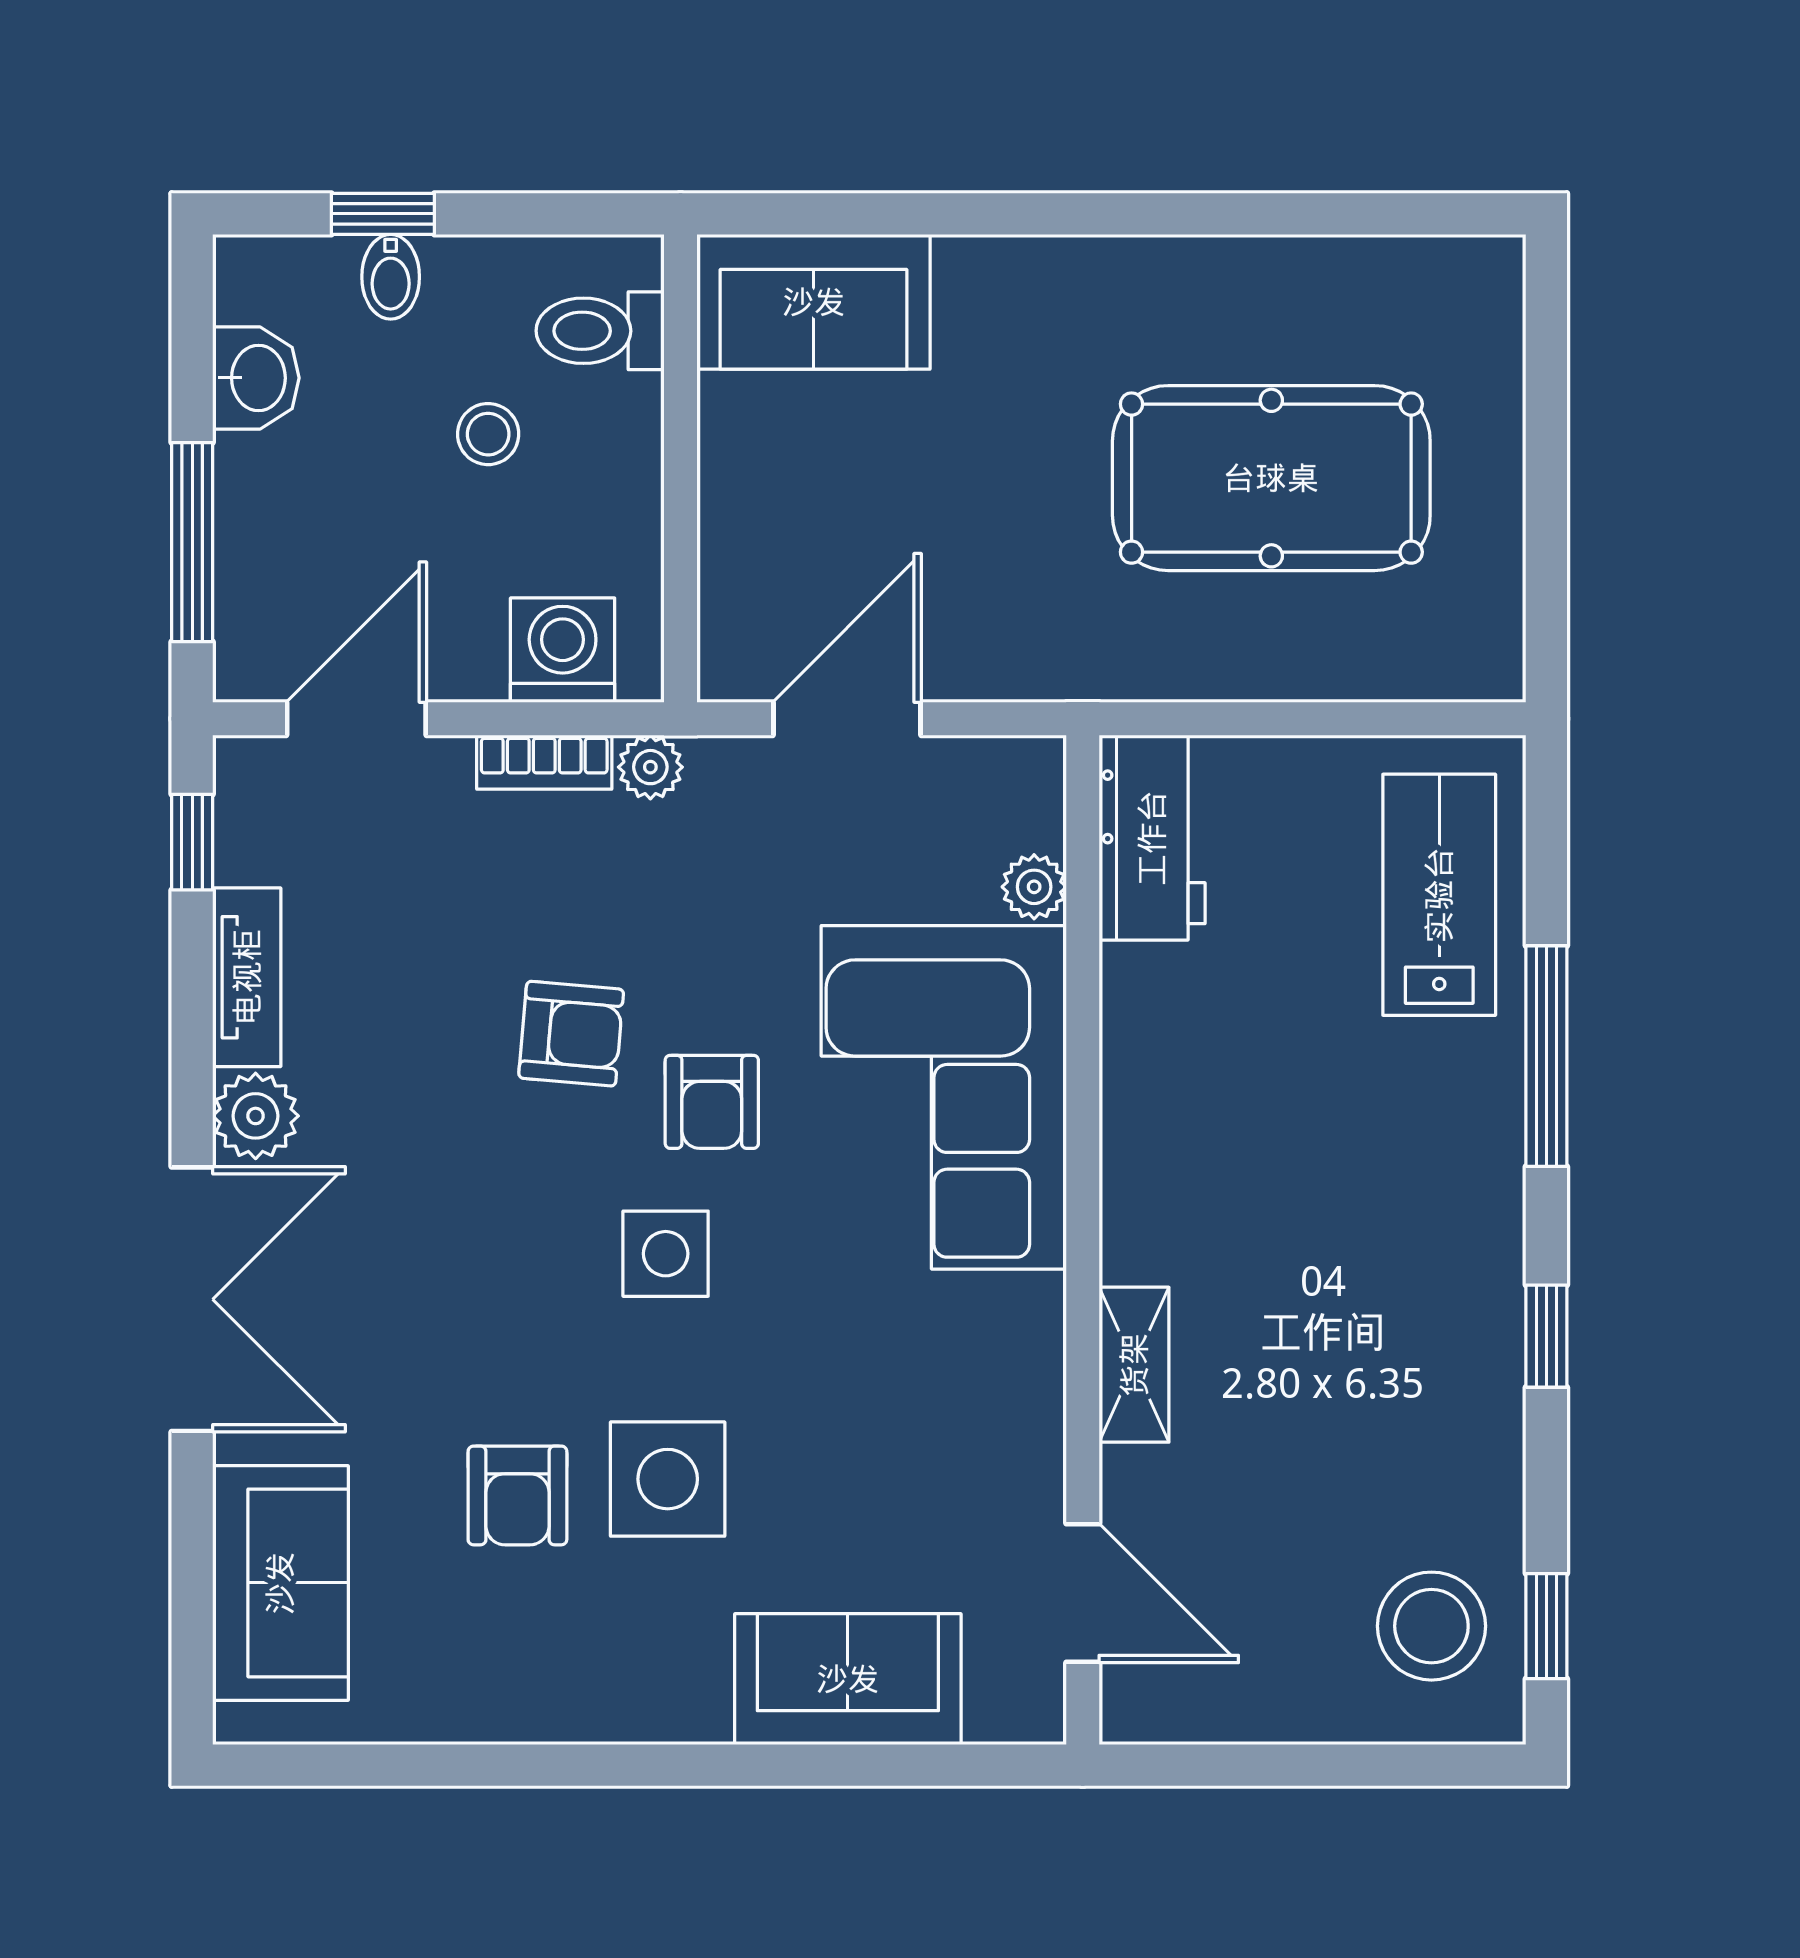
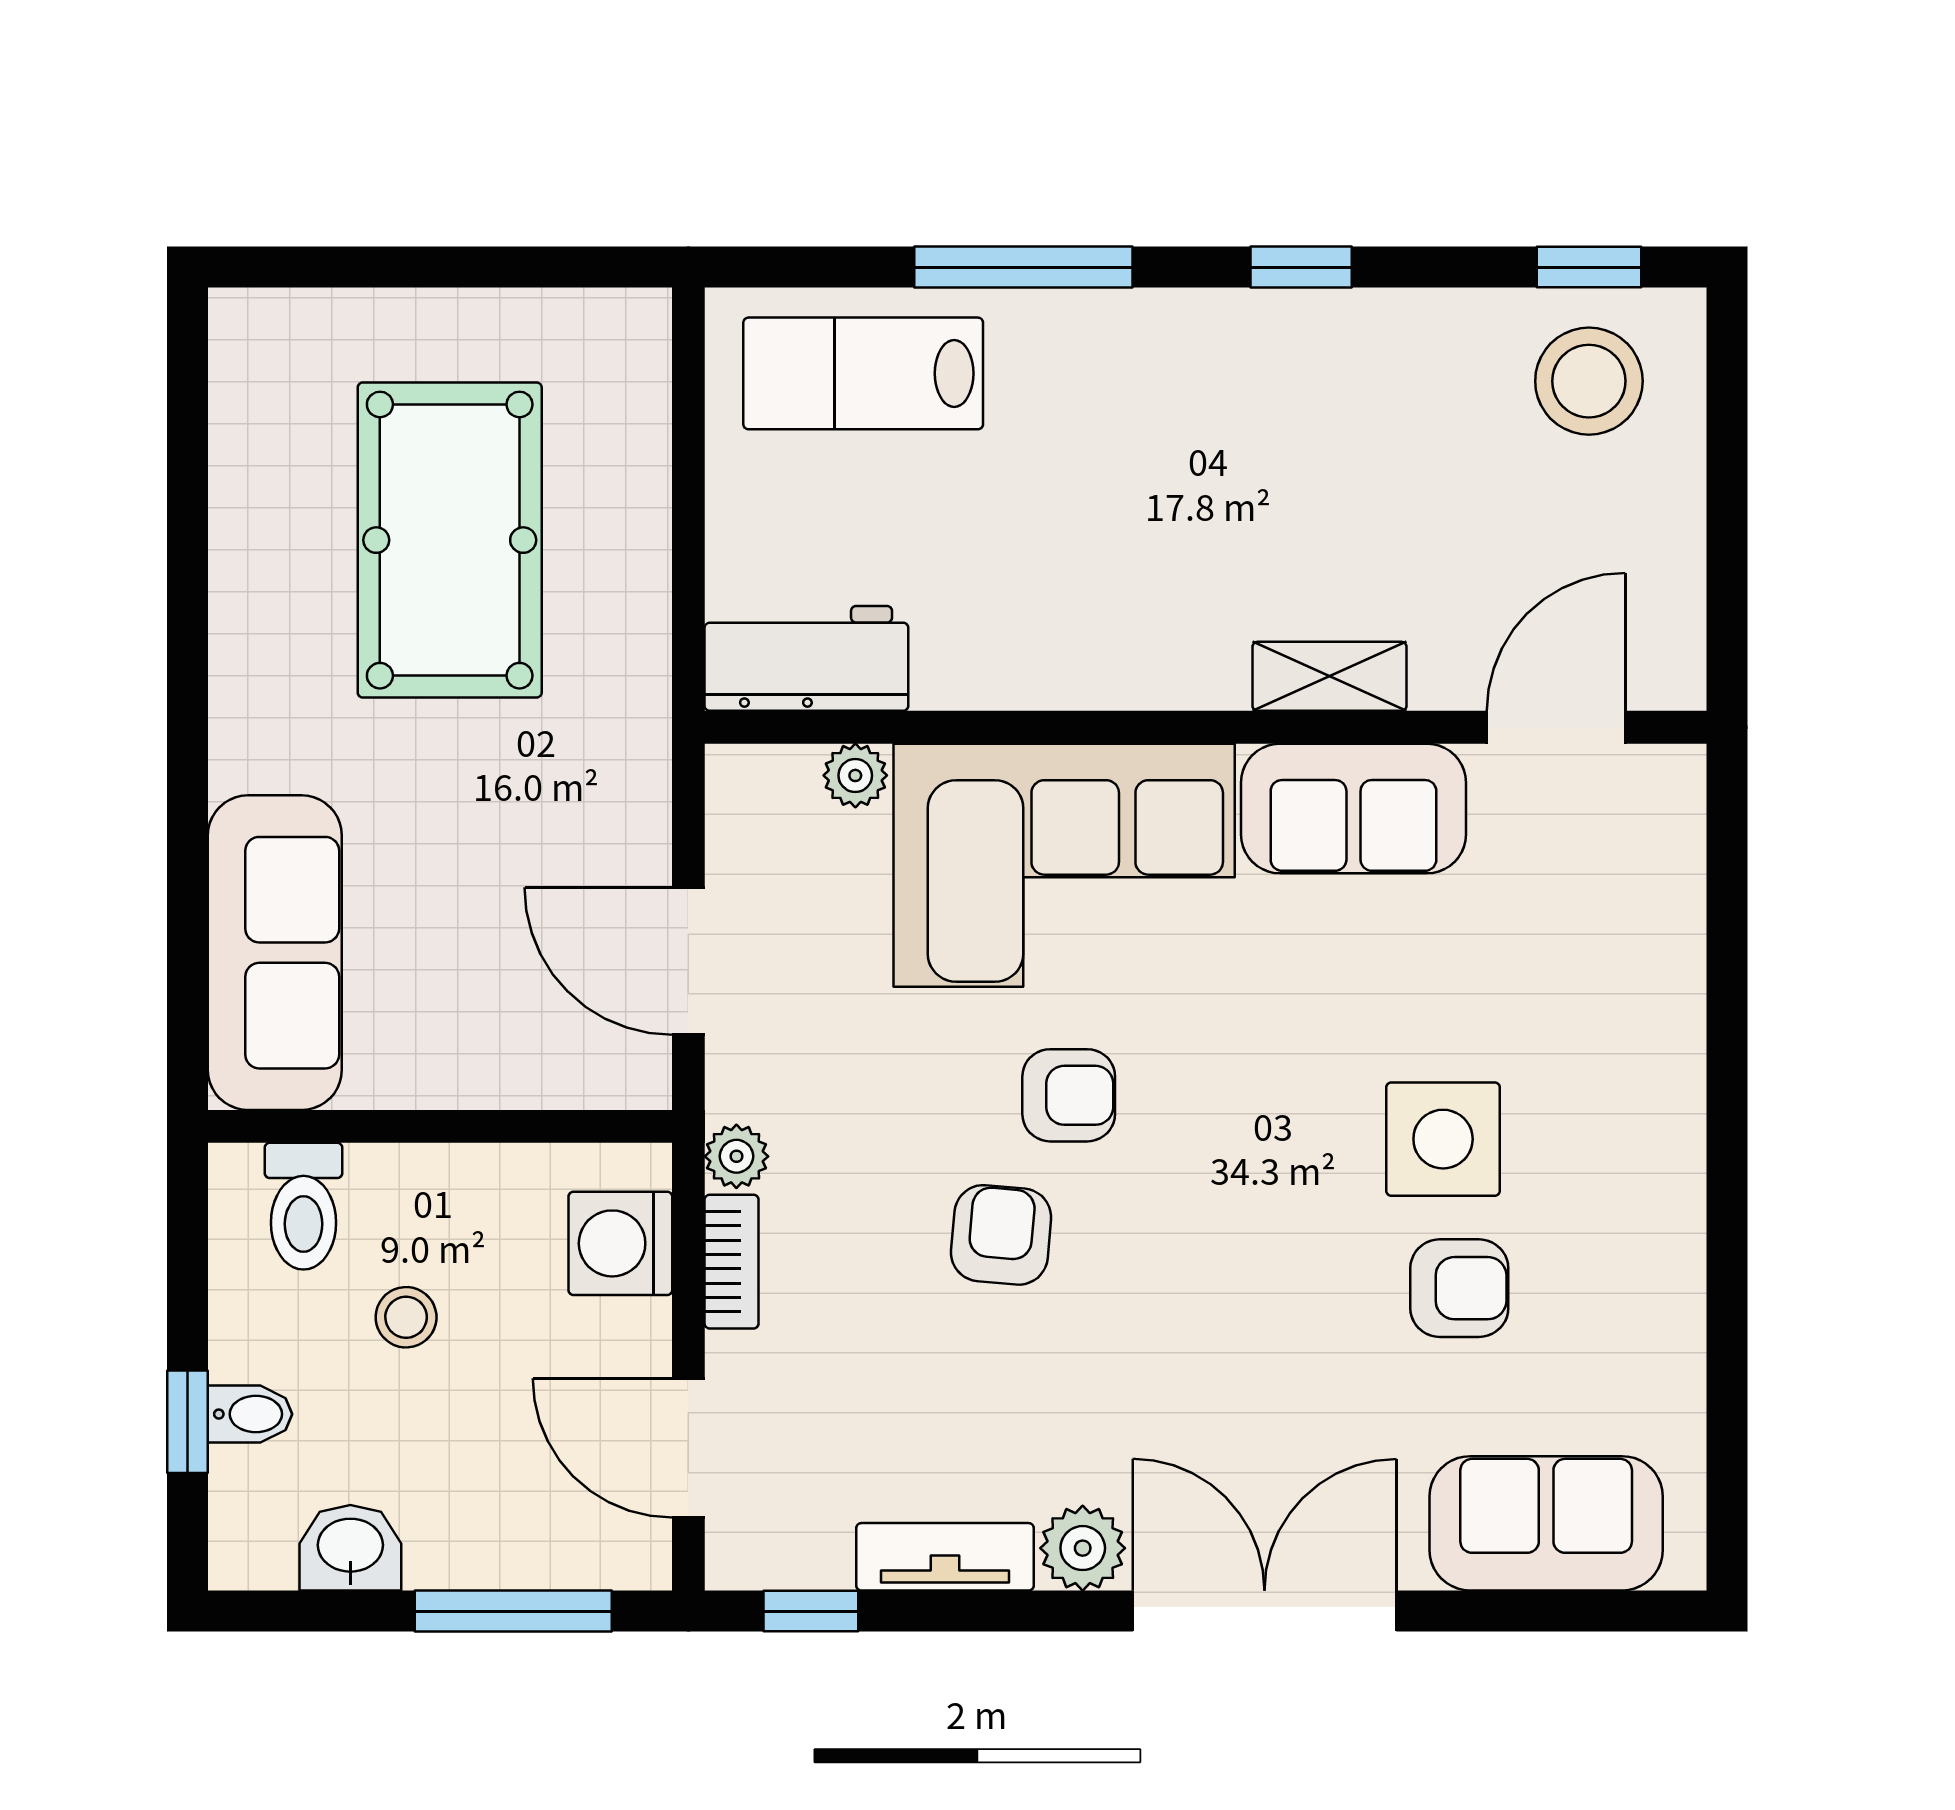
sofa: (814, 302) -> (275, 953), width x1.36
side table: (666, 1254) -> (1219, 1141), removed
sofa: (848, 1679) -> (1353, 809), moved, turned -90

